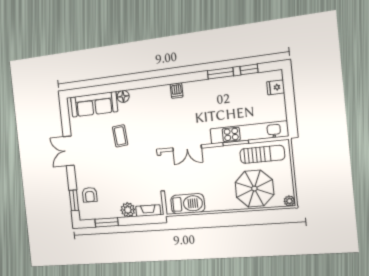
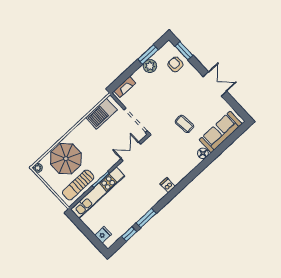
plant: (128, 210) -> (150, 66), moved

